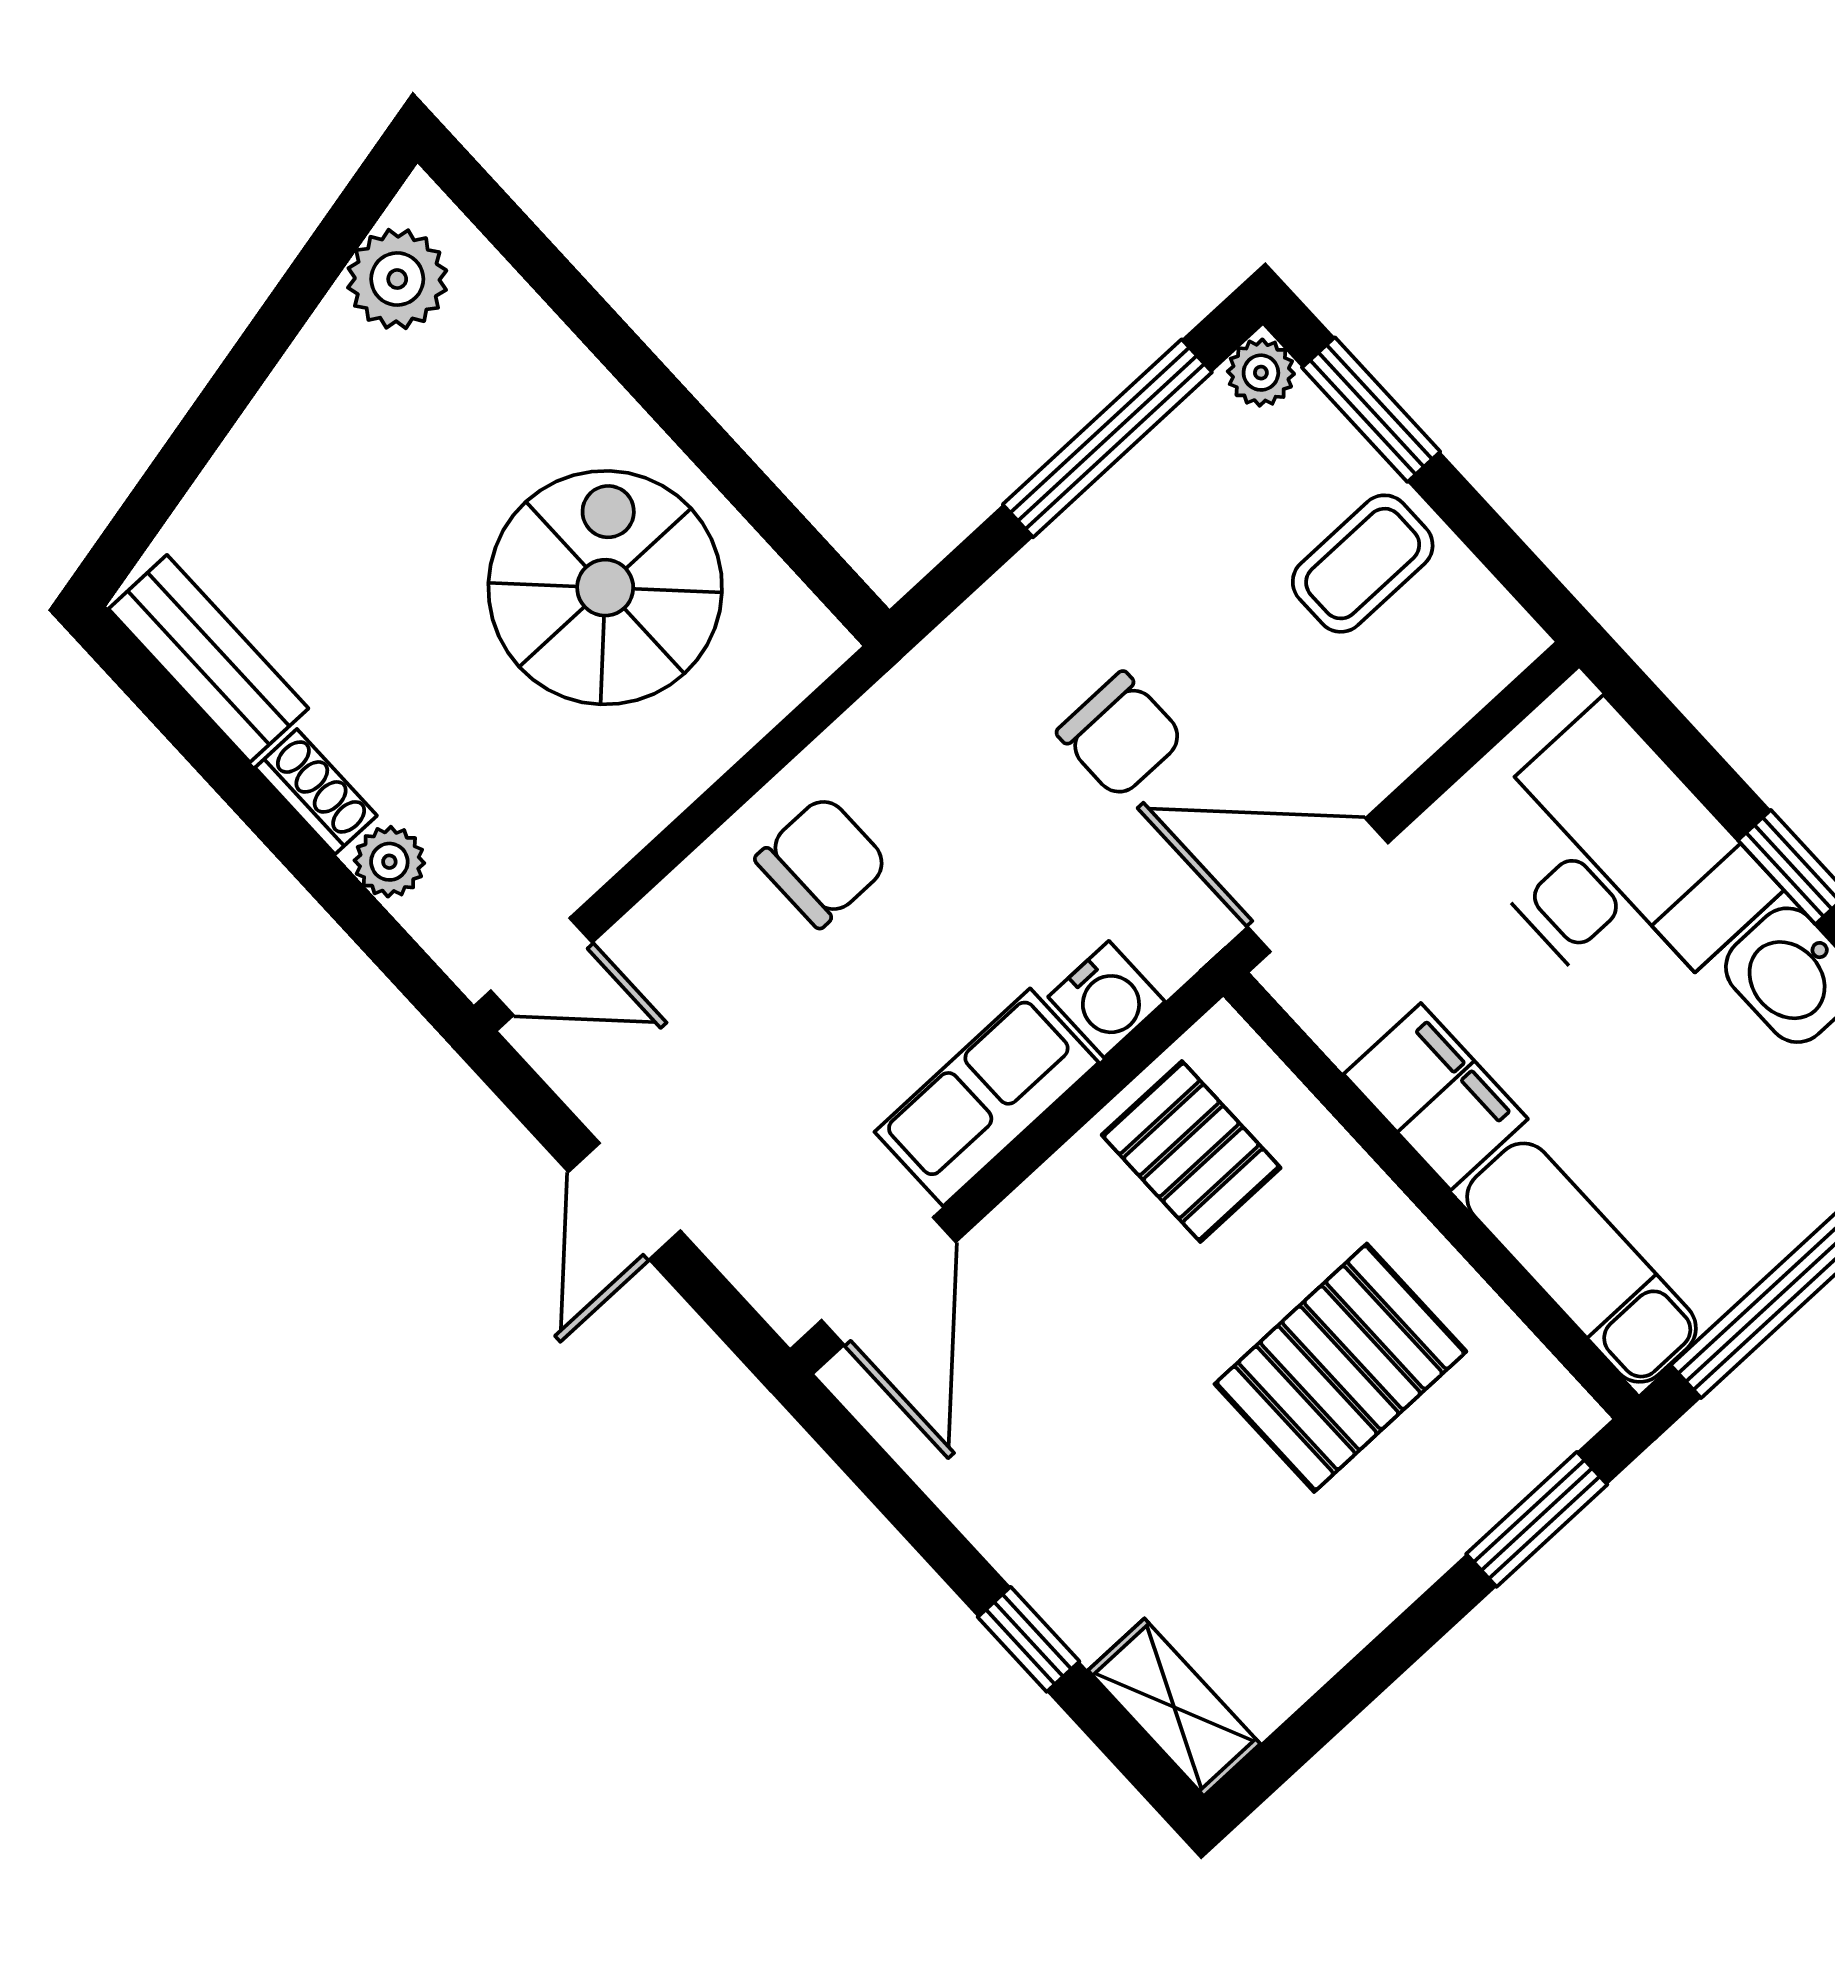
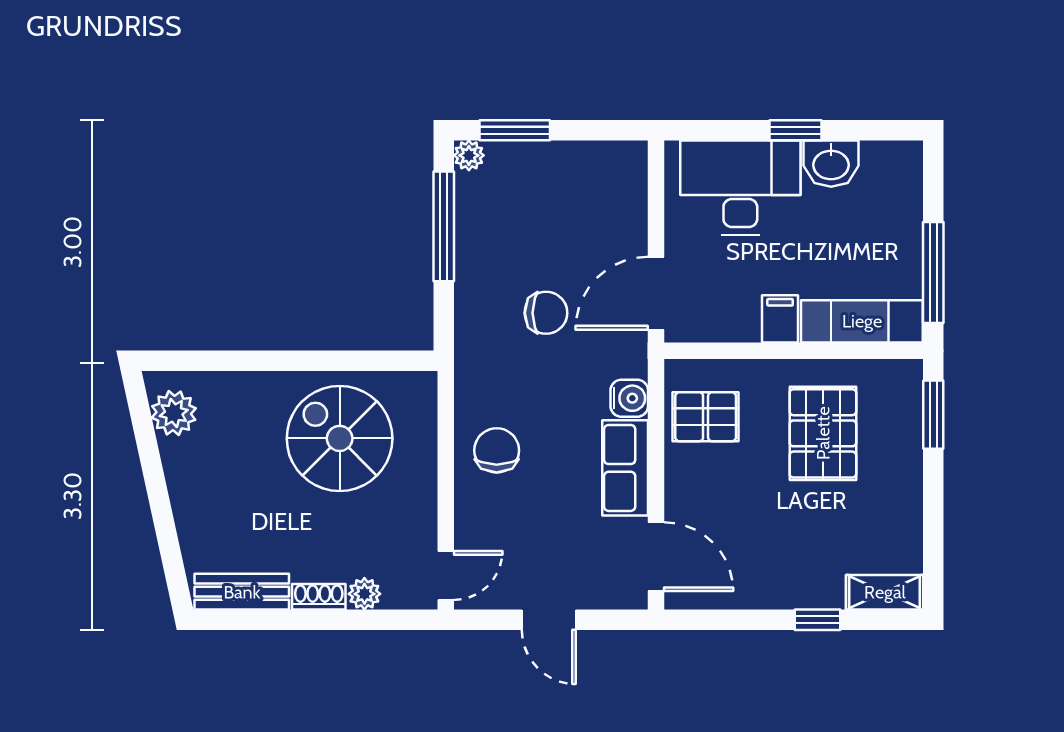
coffee table: (1363, 564) -> (563, 180), removed
filing cabinet: (1436, 1097) -> (780, 319), width x0.50

